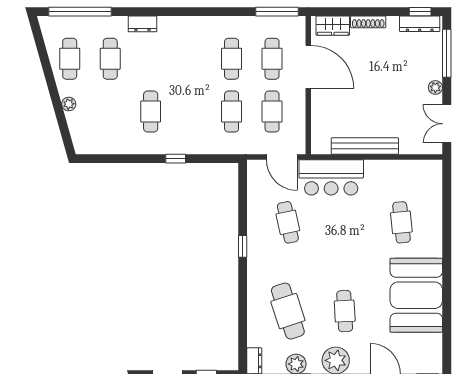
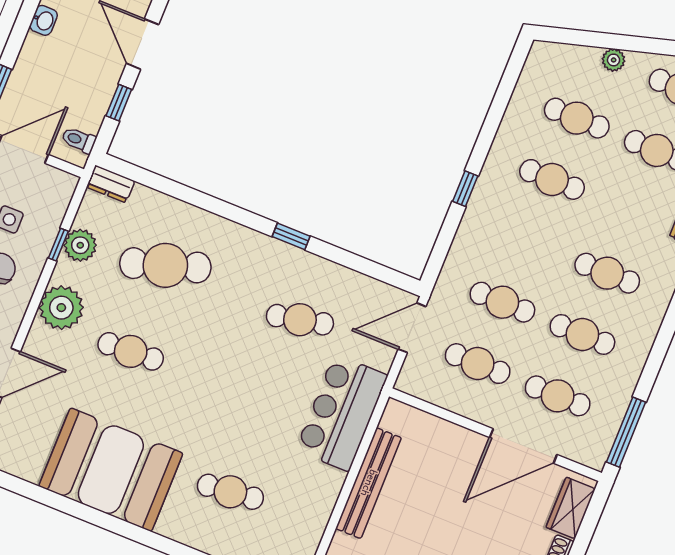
cafe table: (191, 59) -> (607, 273), added
cafe table: (110, 112) -> (577, 118), added
door: (282, 157) -> (412, 328), moved

